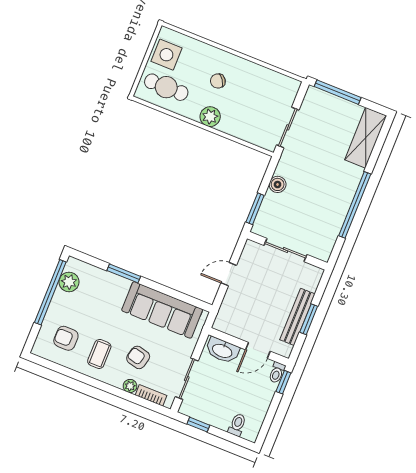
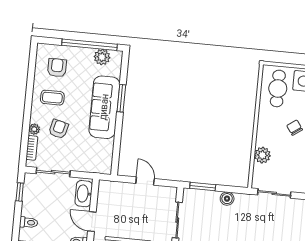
plant: (210, 117) -> (262, 155), moved
sofa: (162, 310) -> (104, 107), moved

